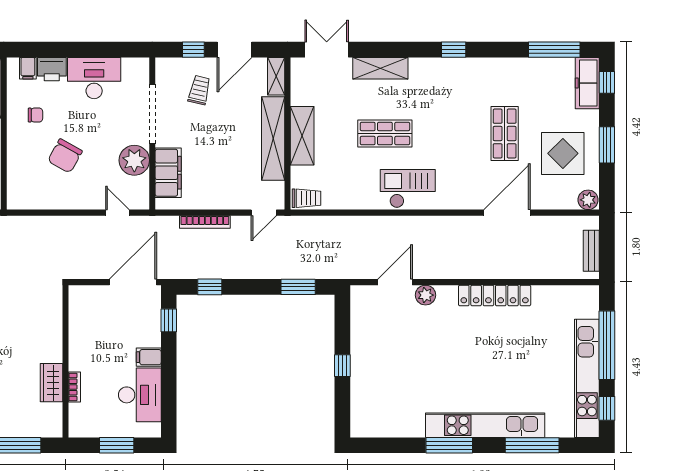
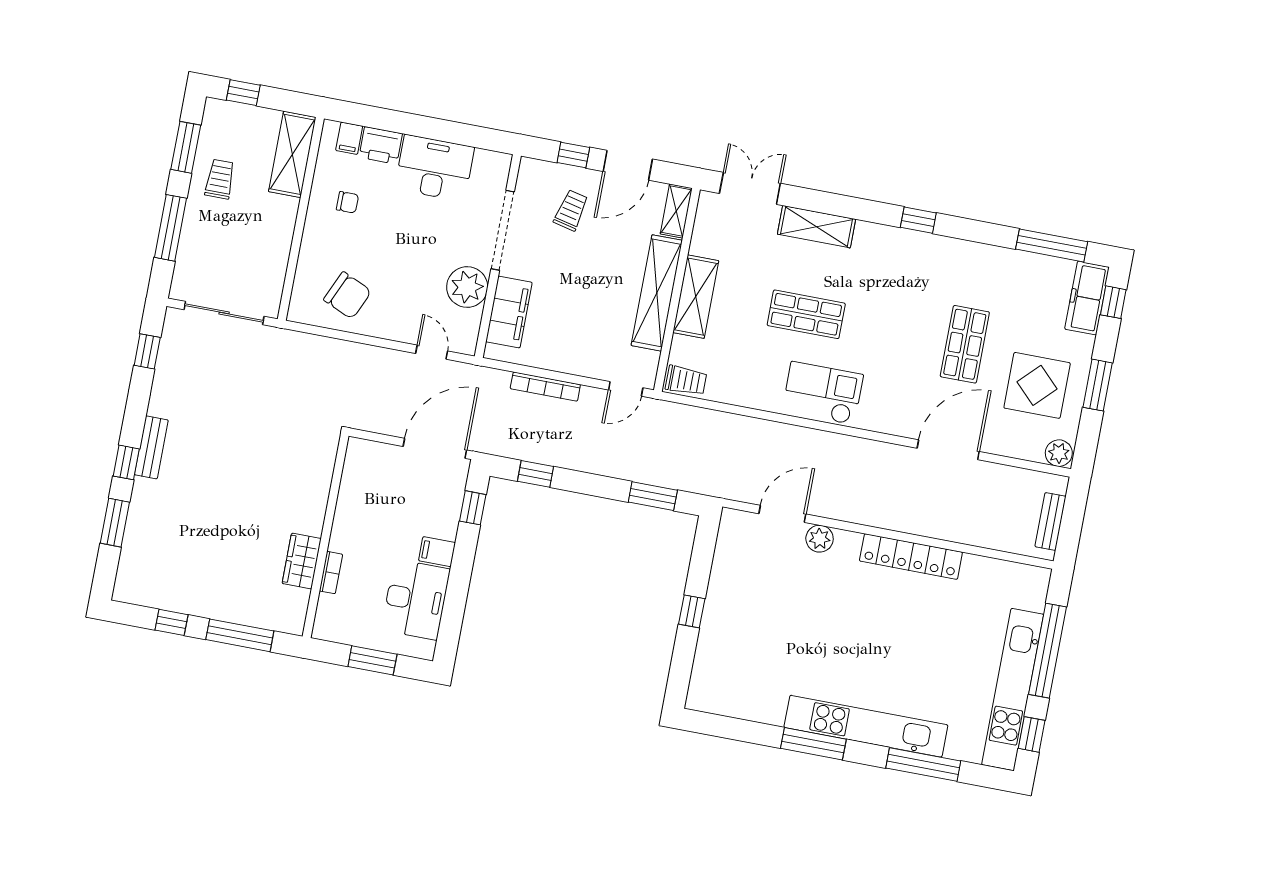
chair: (65, 156) -> (347, 295), moved, turned -95

